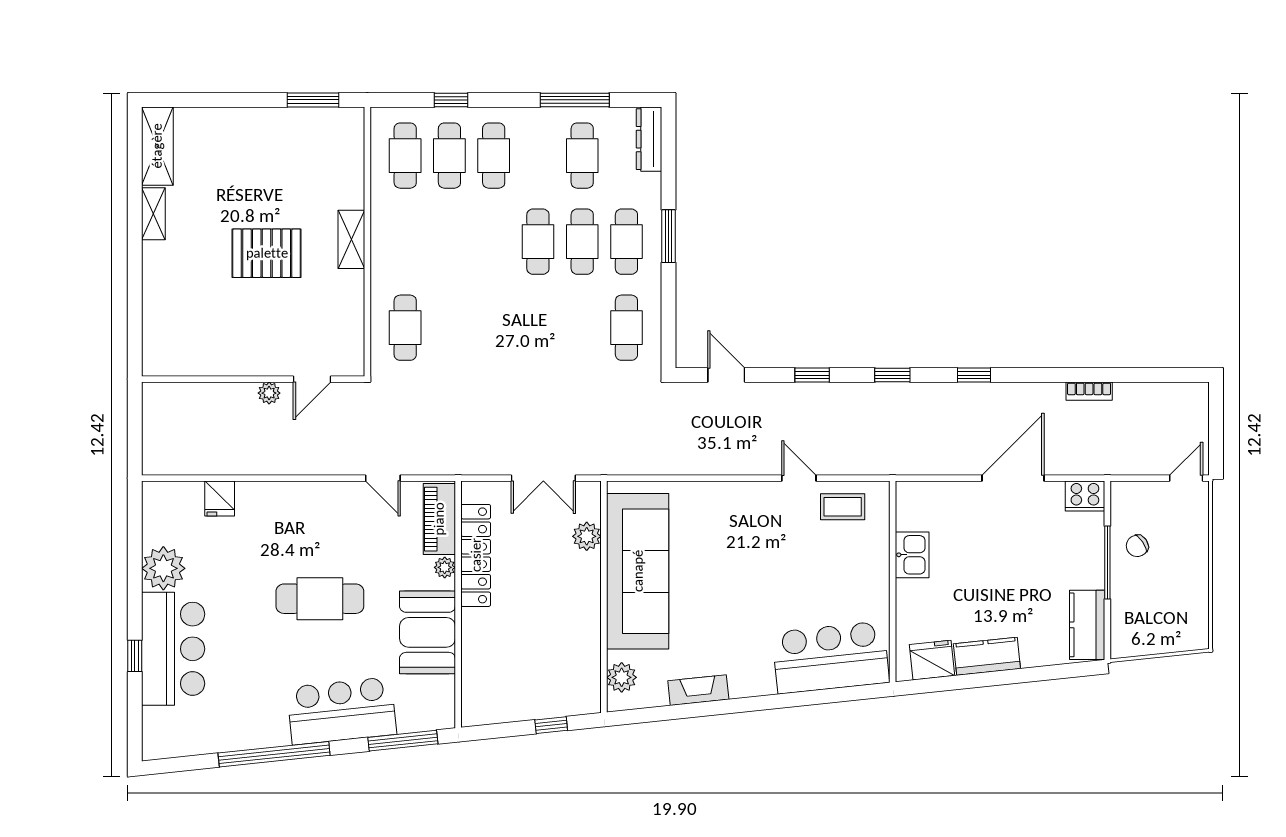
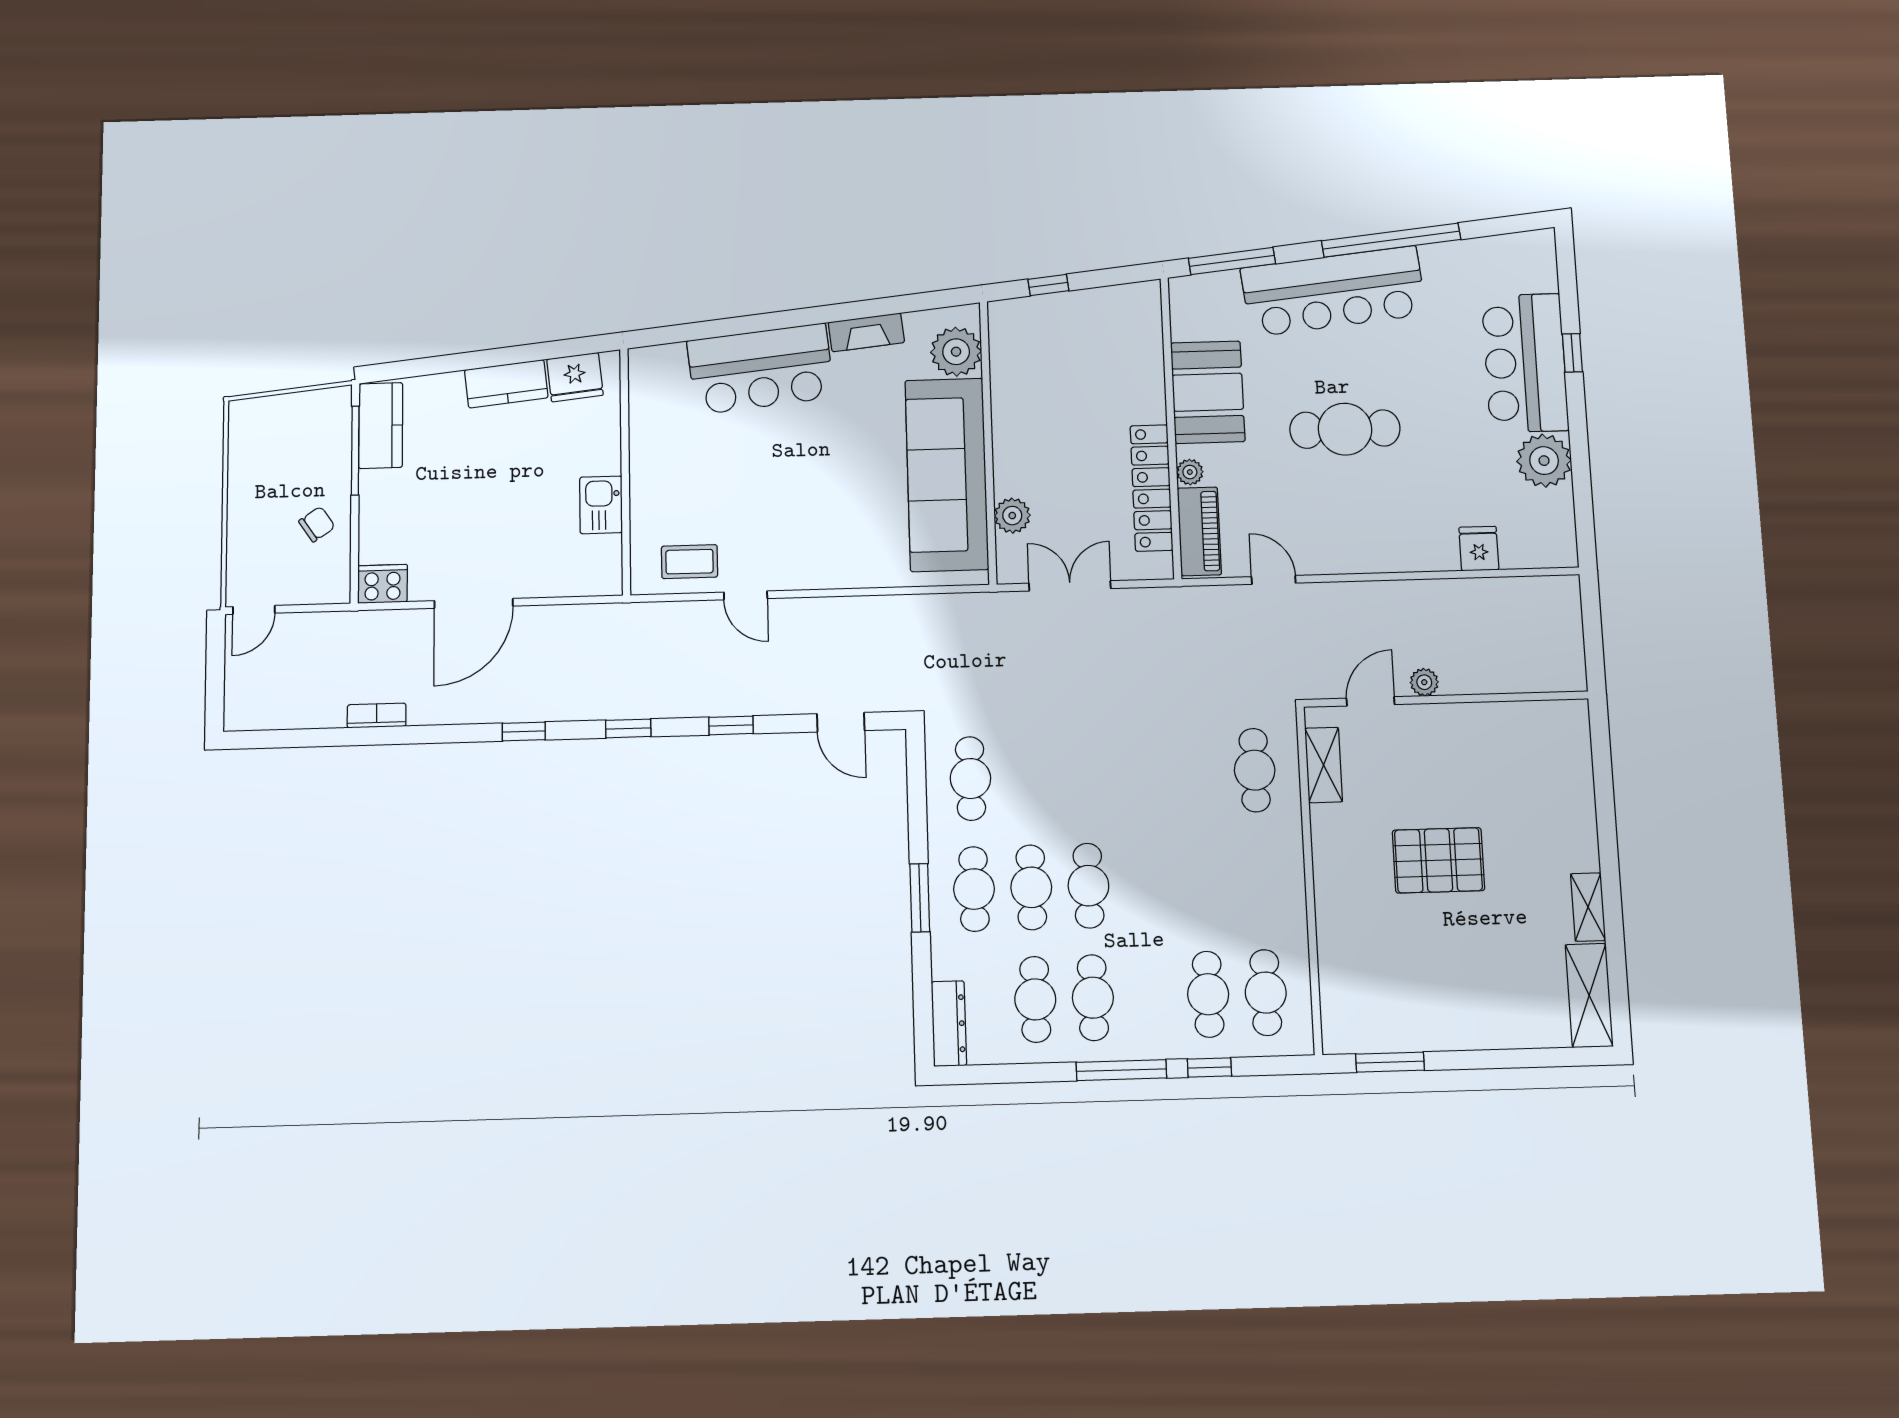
window: (575, 100) -> (1121, 1070), moved
cafe table: (494, 156) -> (1093, 998), moved
shelving: (351, 239) -> (1324, 765), moved
window: (1107, 562) -> (355, 451), moved
bar counter: (831, 657) -> (761, 369), moved
plant: (622, 677) -> (956, 352), width x1.36, depth x1.36
bar counter: (342, 711) -> (1334, 291), width x1.36

